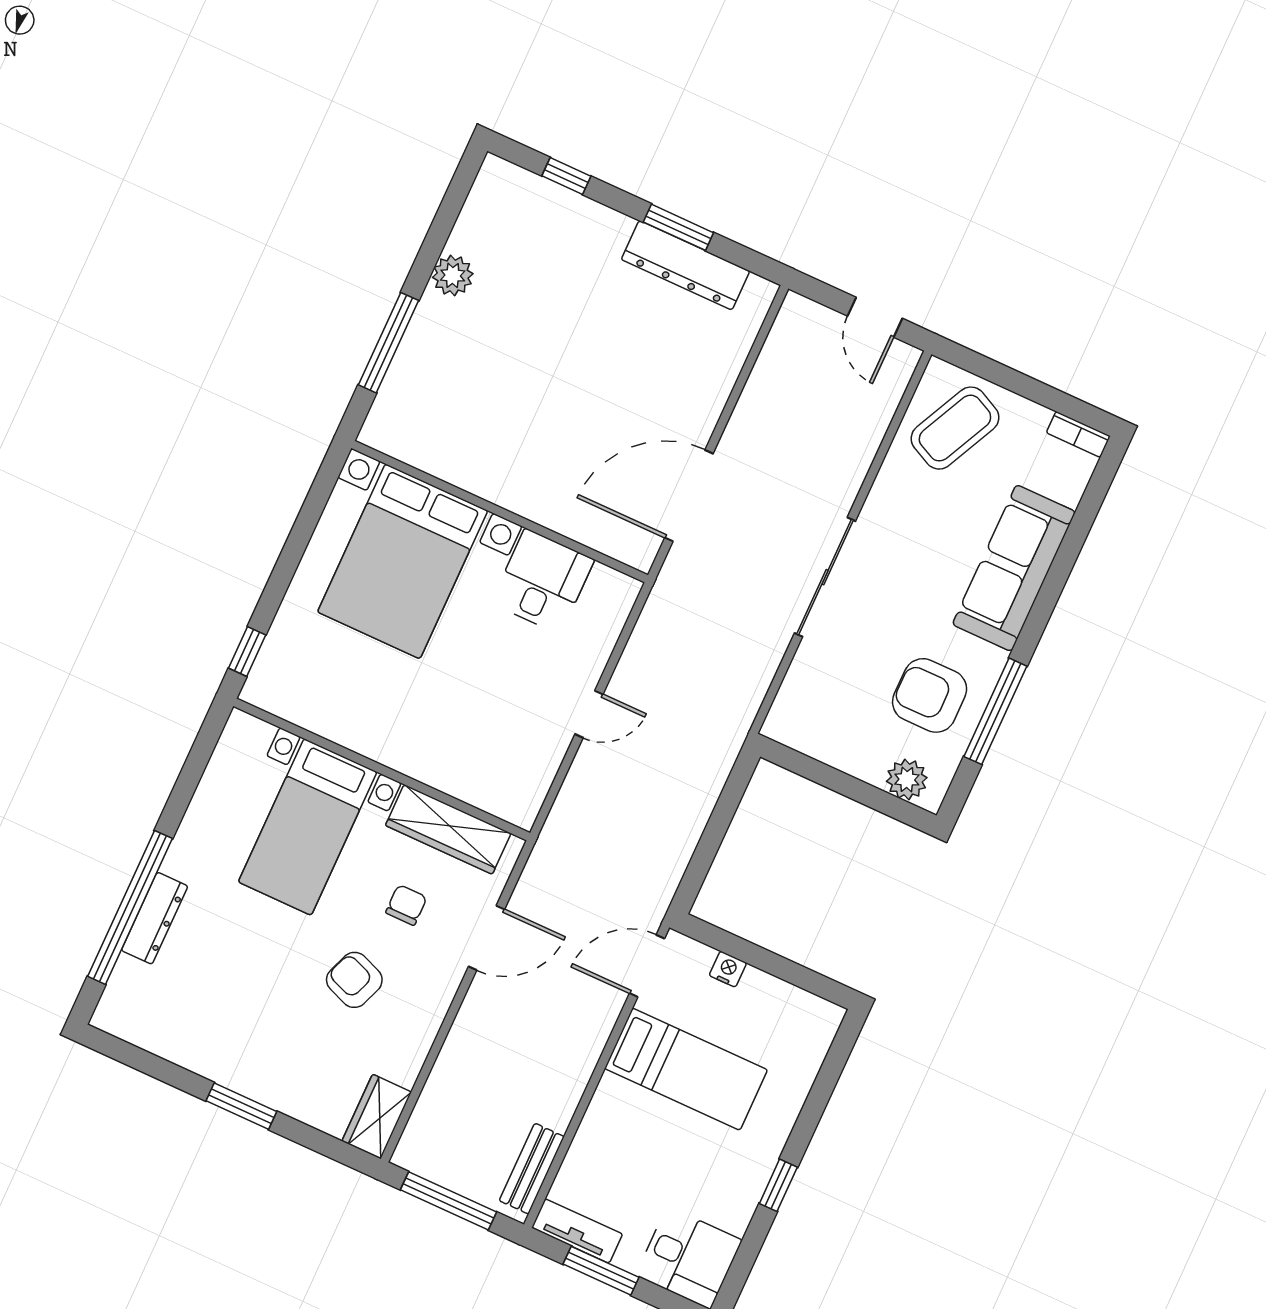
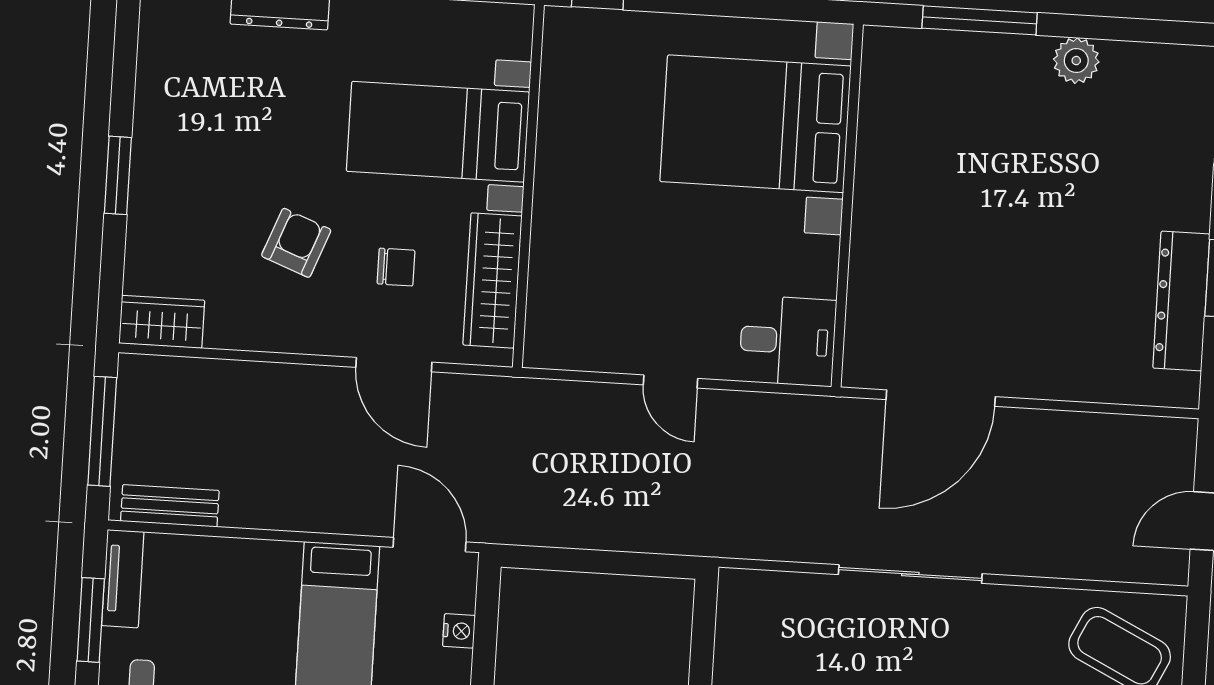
door: (689, 496) -> (941, 398), swing flipped
desk: (543, 581) -> (788, 341), moved

